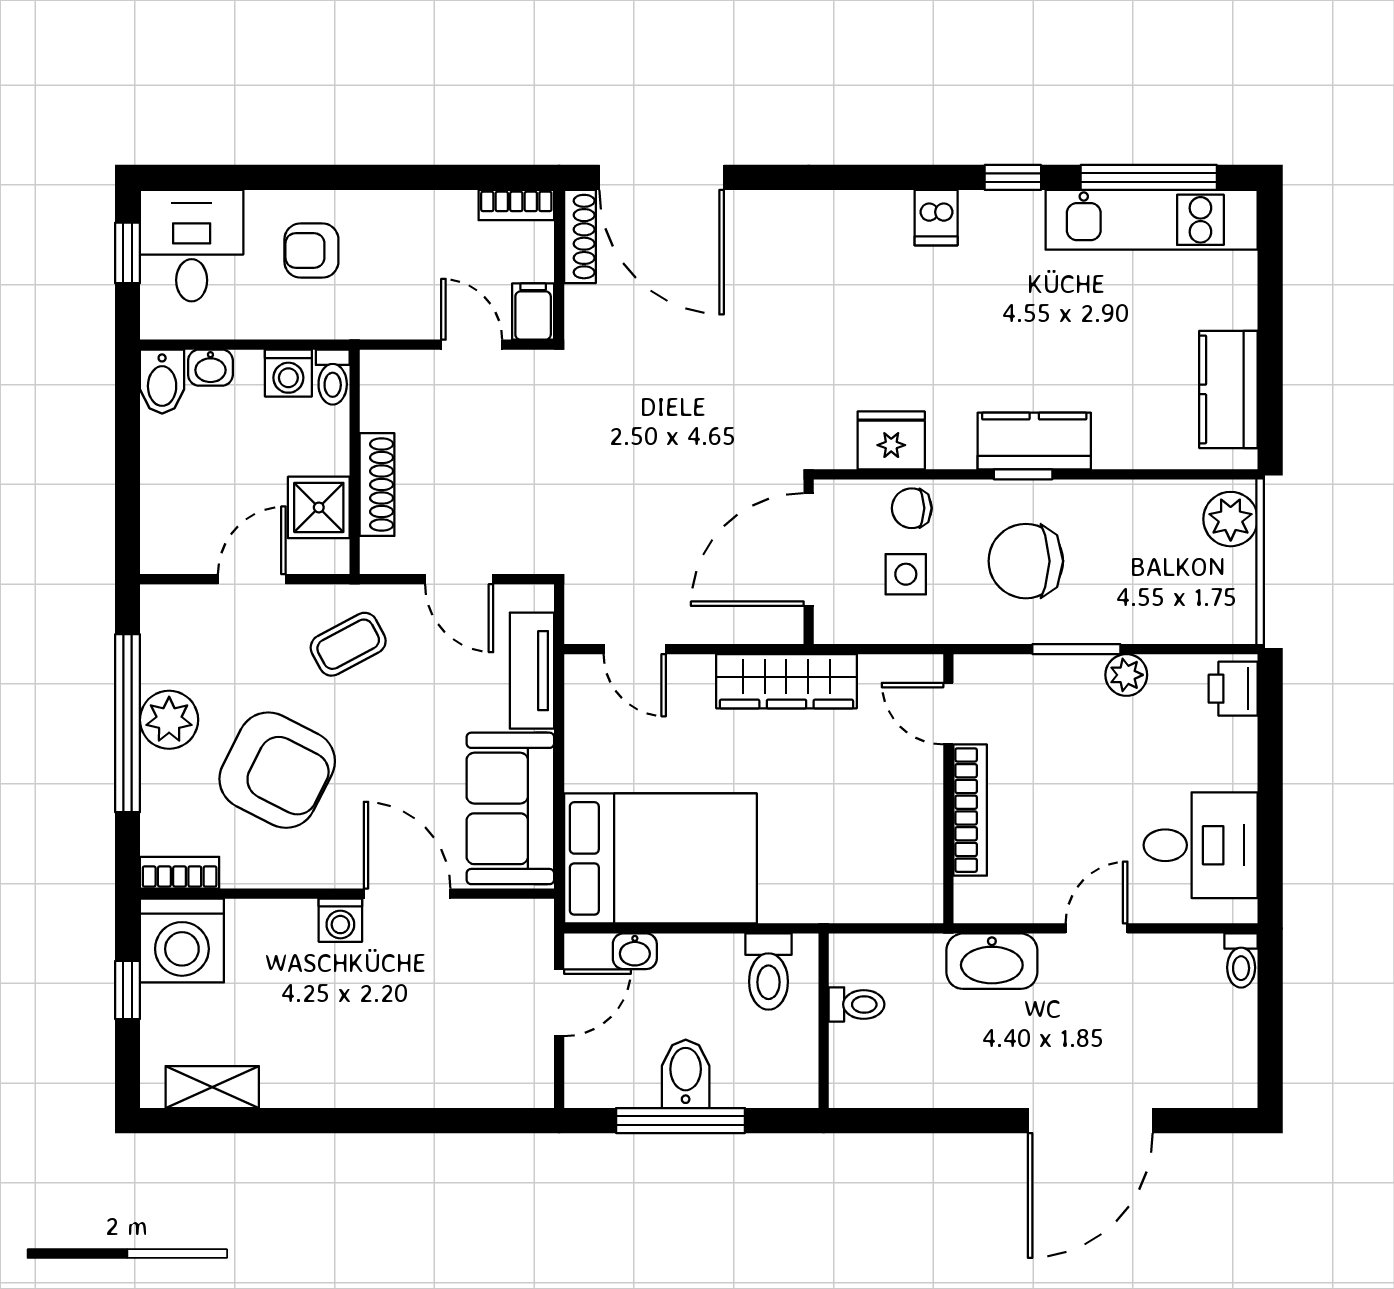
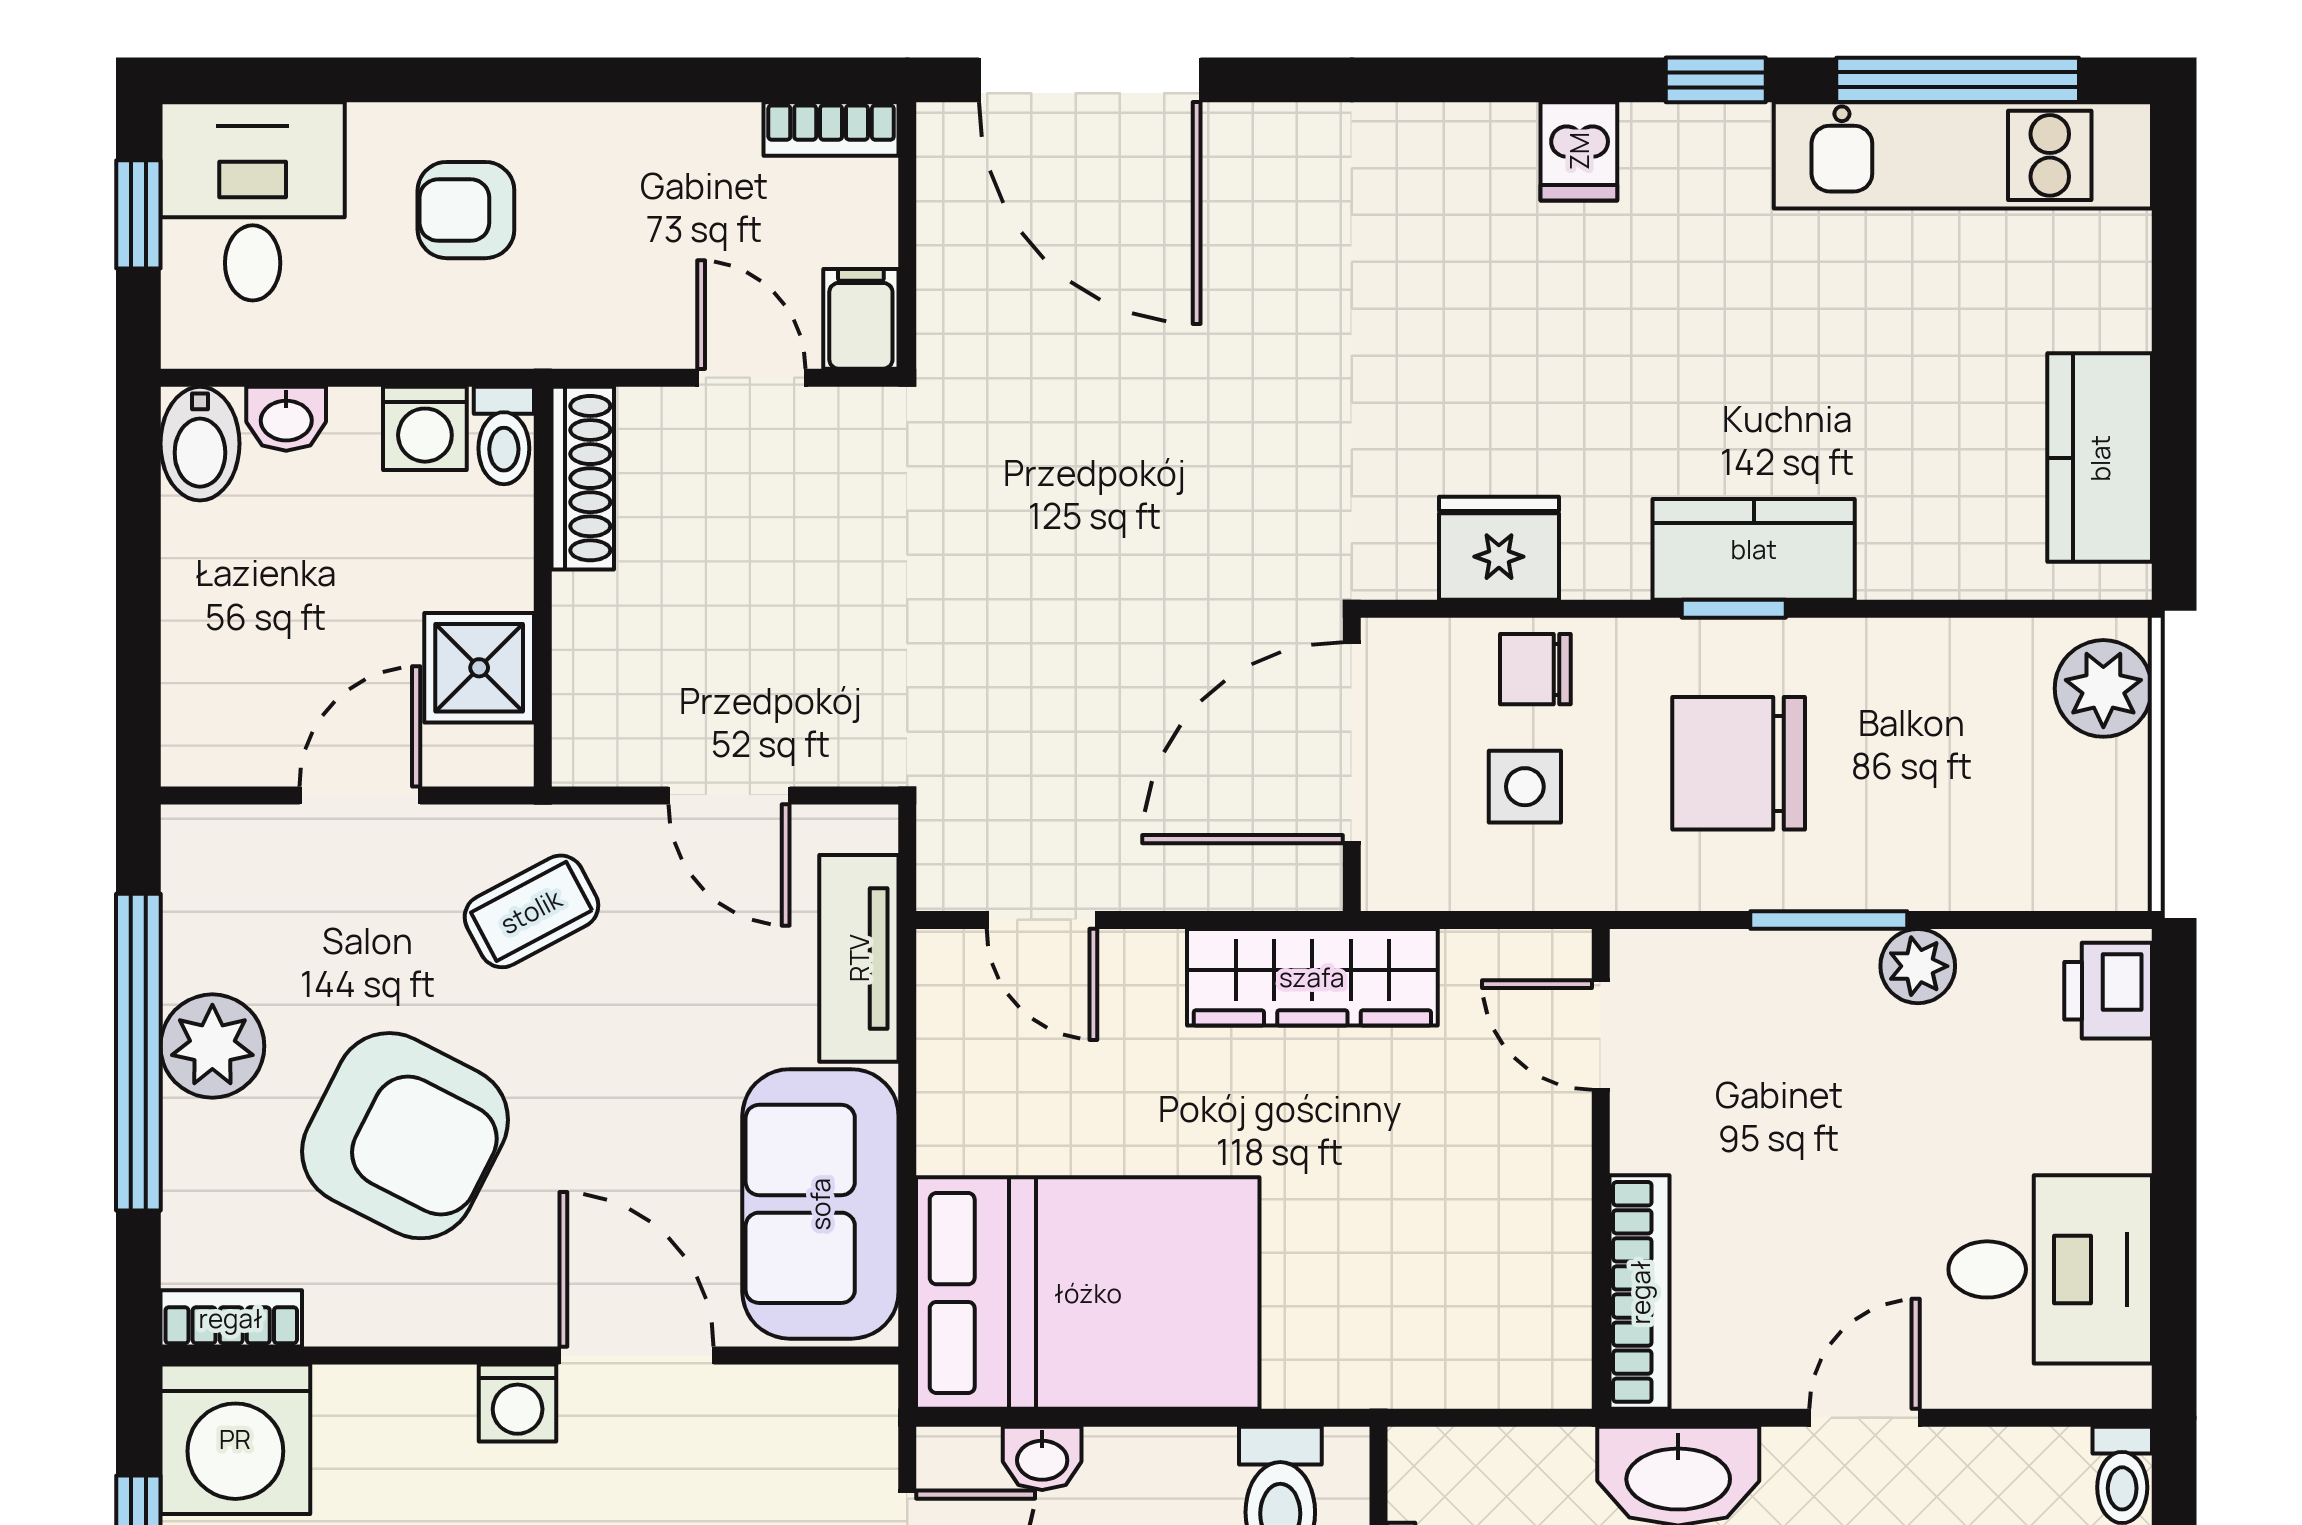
shoe rack: (580, 237) -> (944, 185), removed
shoe rack: (377, 485) -> (583, 478), moved
bookcase: (970, 810) -> (1640, 1292), moved

